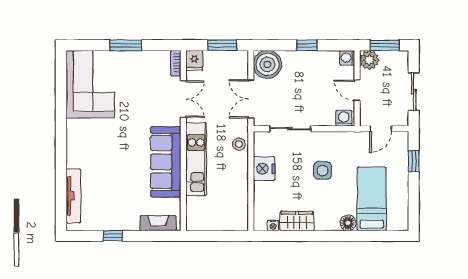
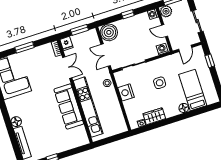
floor lamp: (74, 159) -> (16, 122), added
kitchen unit: (196, 159) -> (88, 107), width x1.36
fireplace: (158, 223) -> (76, 143), removed

